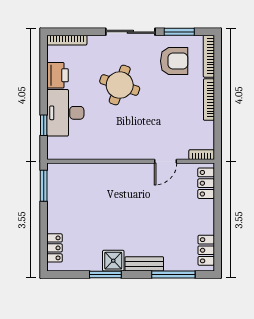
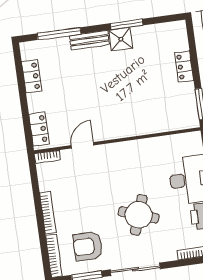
locker: (55, 248) -> (184, 67), moved
locker: (206, 250) -> (32, 76), moved

